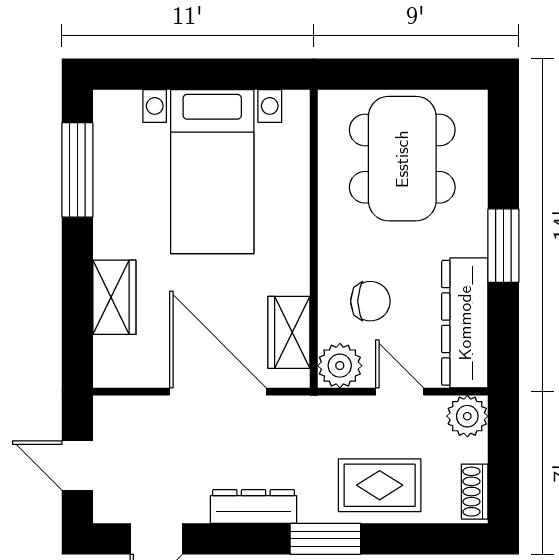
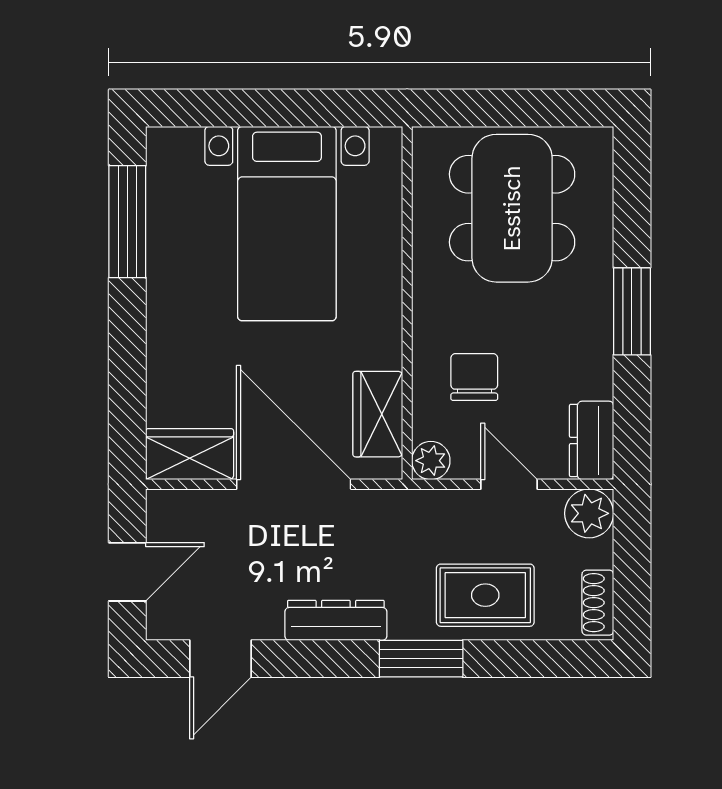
wardrobe: (114, 297) -> (190, 454), moved, turned -90
chair: (370, 301) -> (474, 377), turned -90
dresser: (465, 323) -> (592, 440), width x0.51, depth x0.80
plant: (340, 366) -> (431, 461), width x0.73, depth x0.73
door: (77, 466) -> (127, 572), swing flipped

